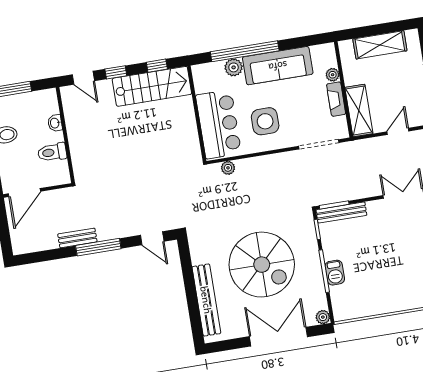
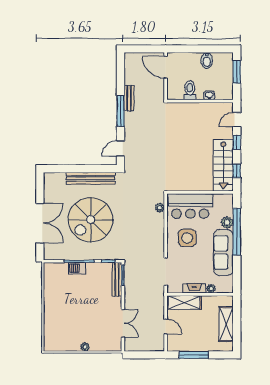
bench: (206, 300) -> (91, 178), moved
plant: (323, 317) -> (48, 255), removed

